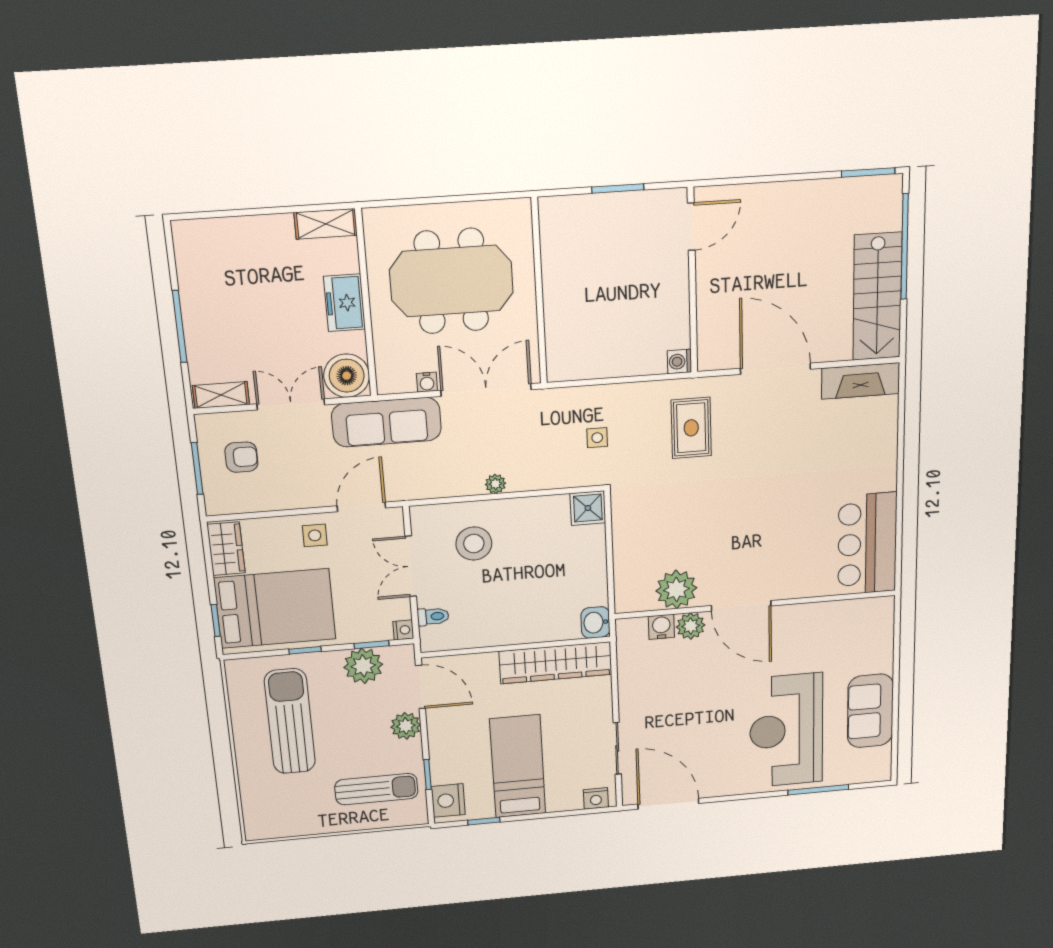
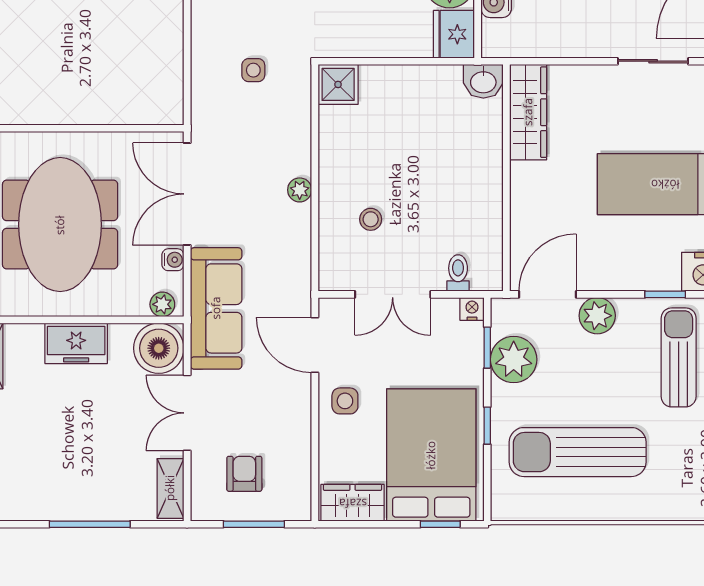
plant: (386, 376) -> (162, 304), added
stool: (474, 544) -> (371, 219), width x0.53, depth x0.53
fridge: (634, 596) -> (454, 34), added
wardrobe: (556, 663) -> (528, 112), width x0.71, depth x0.85

